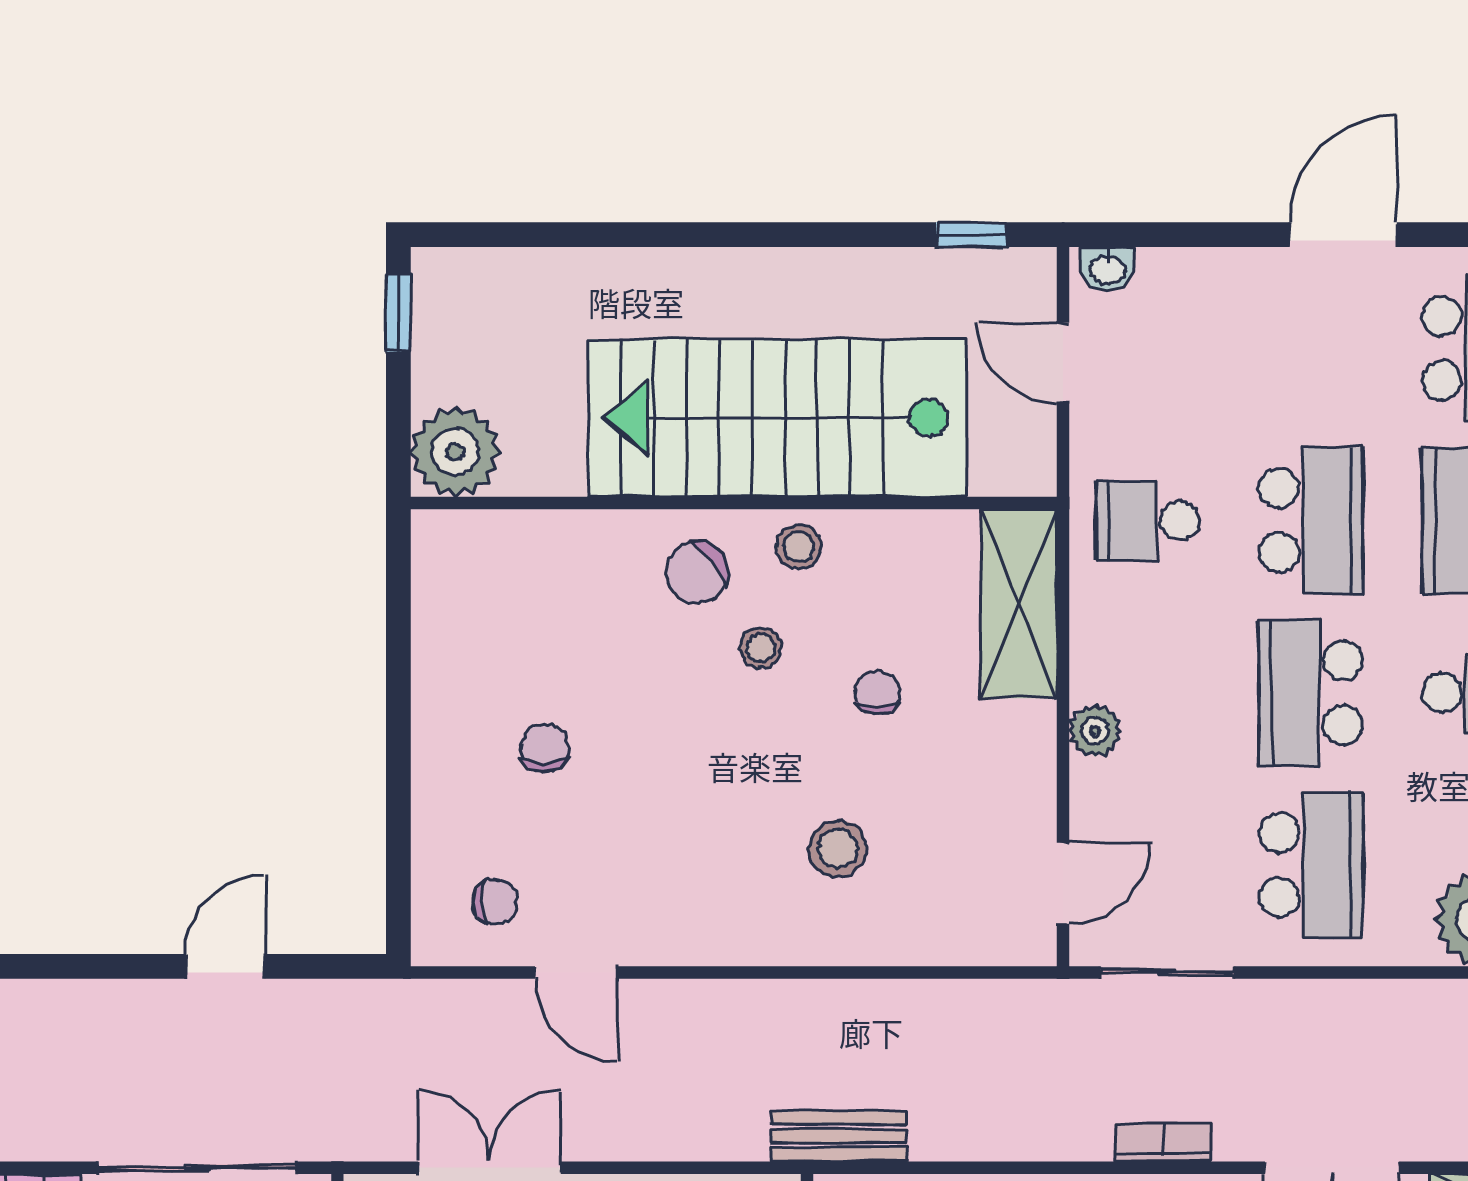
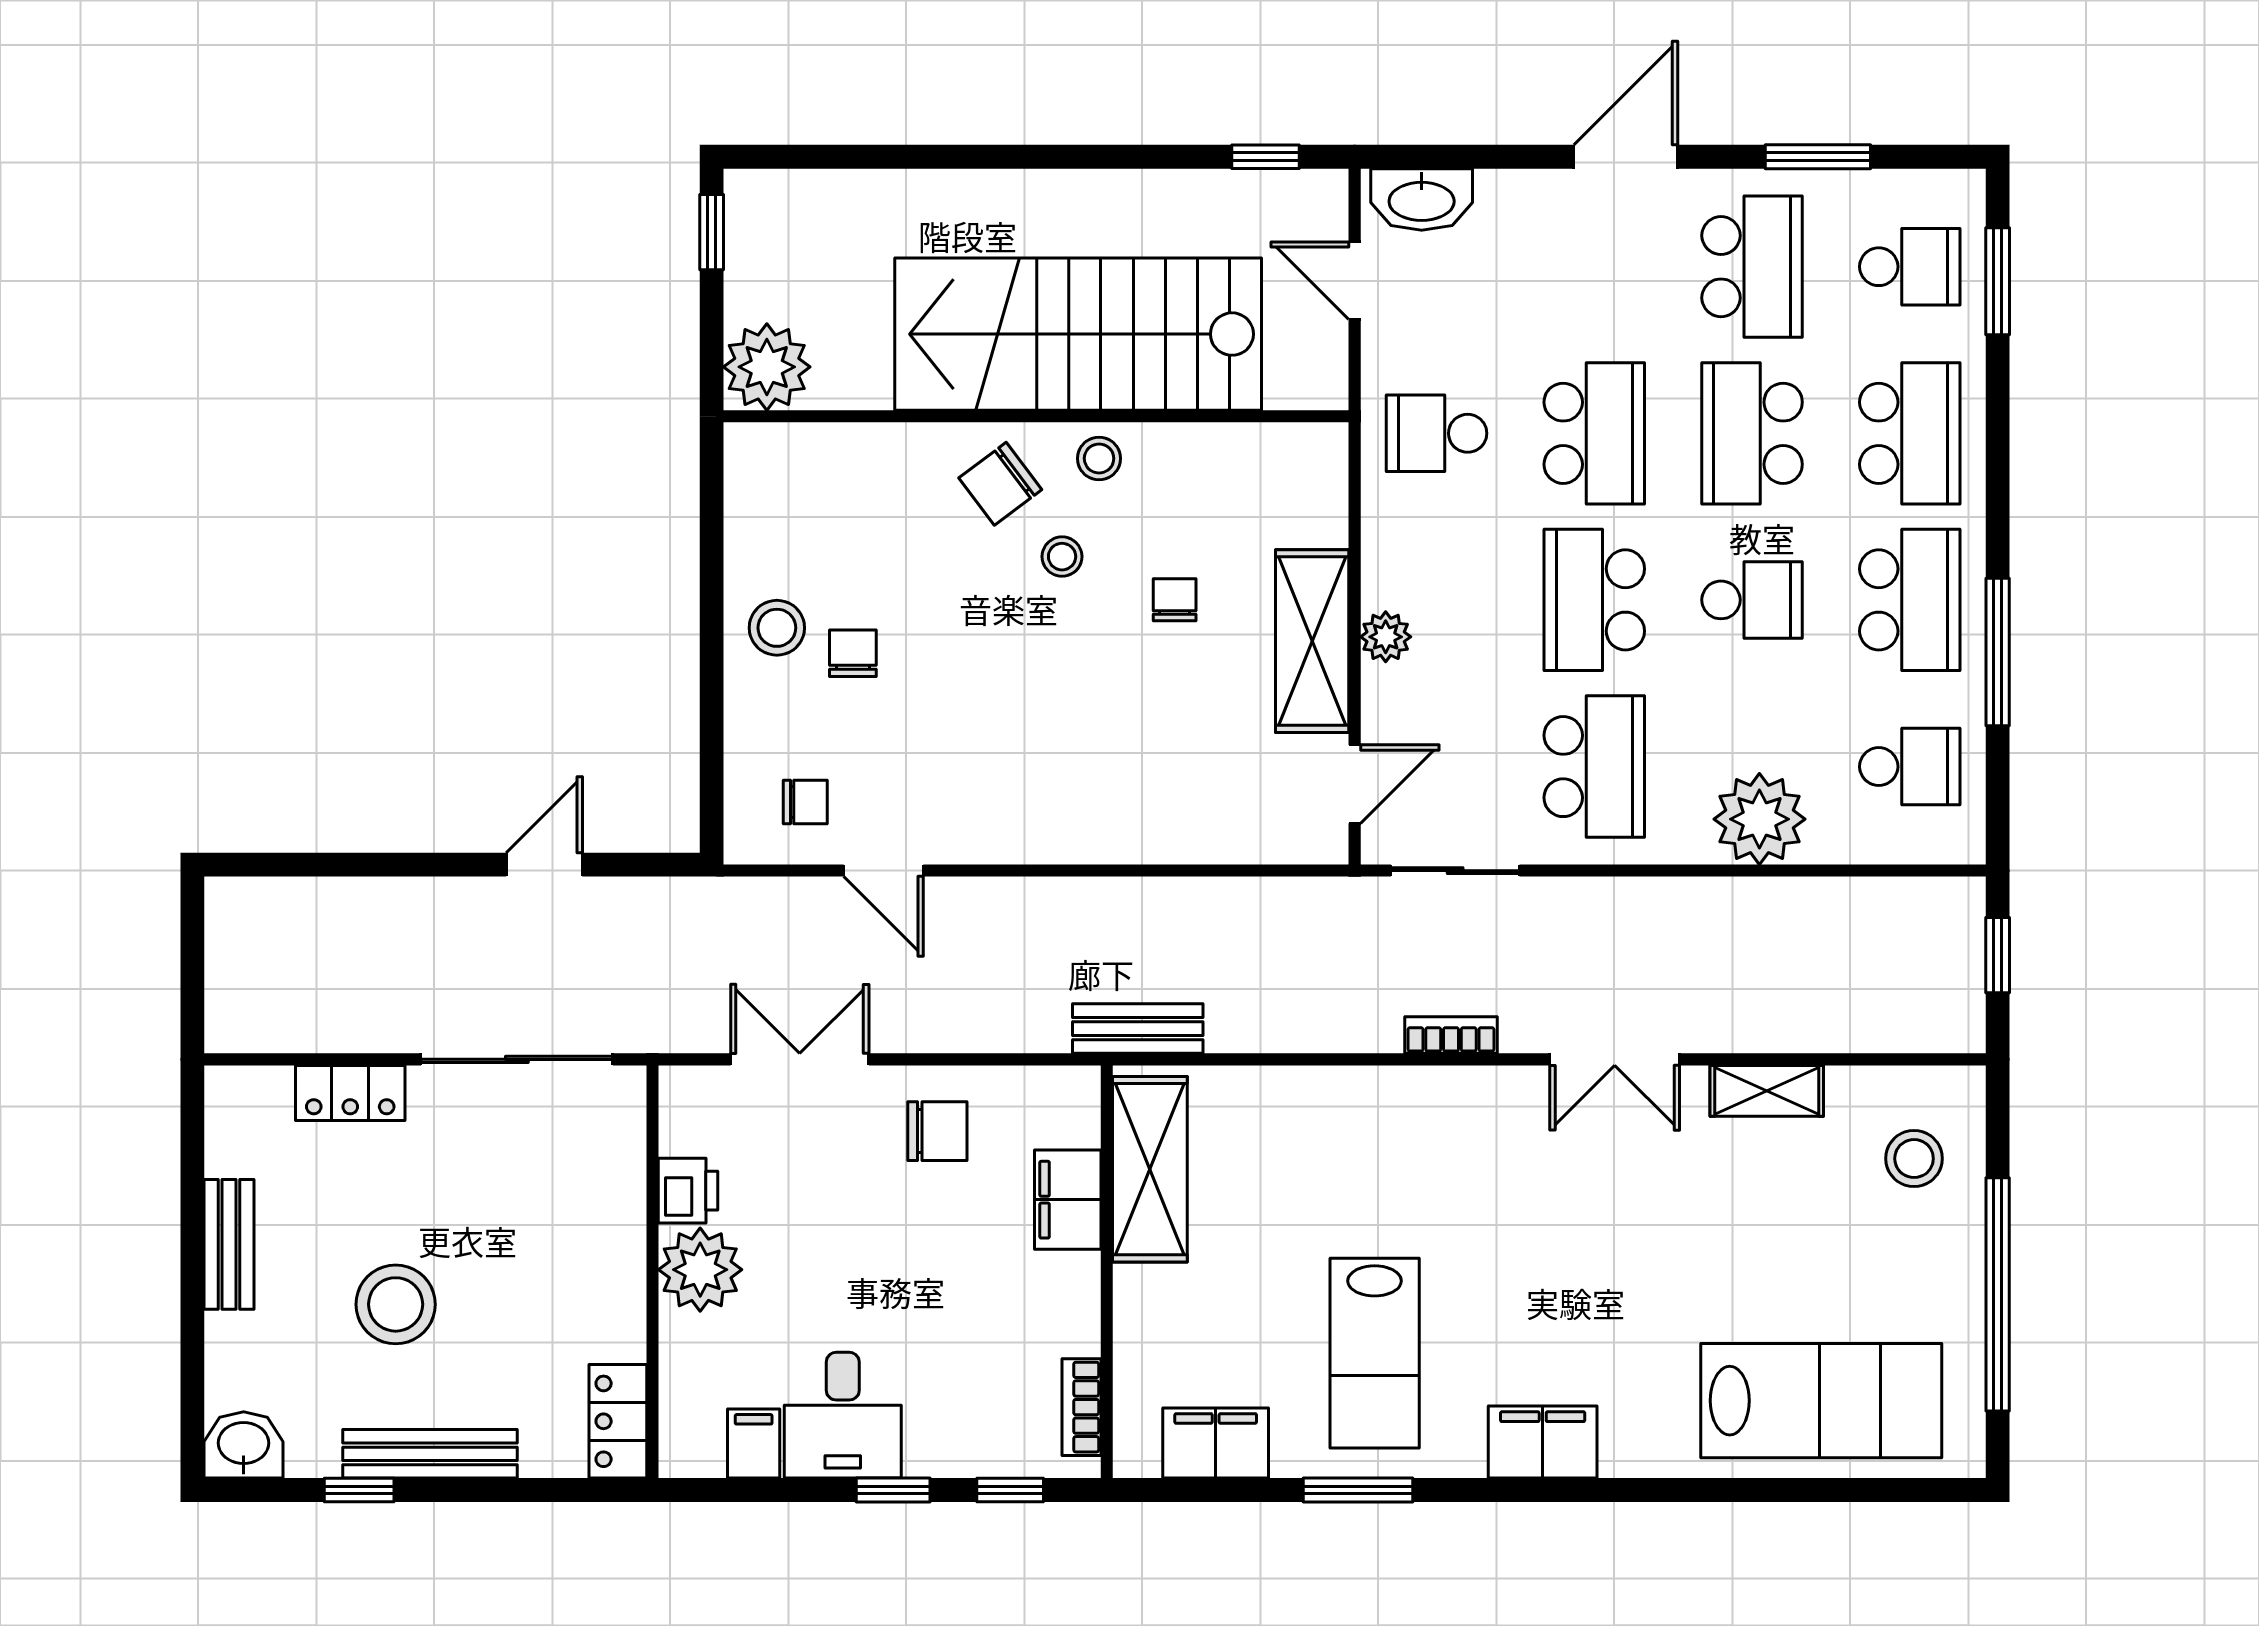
washbasin: (1107, 269) -> (1422, 200), width x1.91, depth x1.45
shelving: (1019, 604) -> (1312, 641), moved
stool: (838, 849) -> (777, 628), moved

